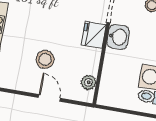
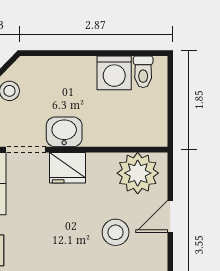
plant: (89, 82) -> (138, 173), width x1.87, depth x1.87

